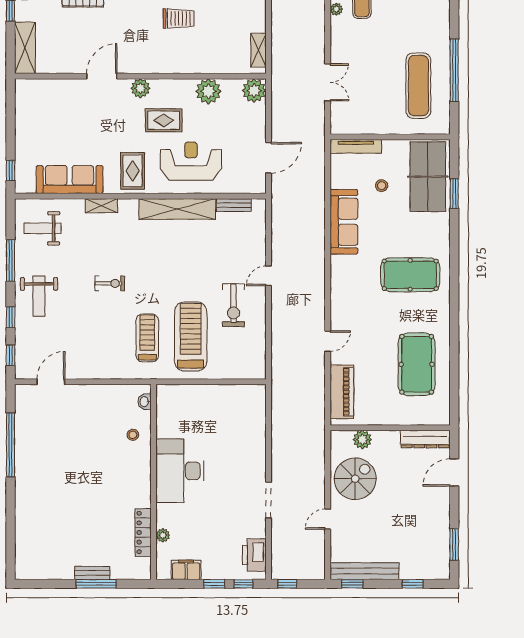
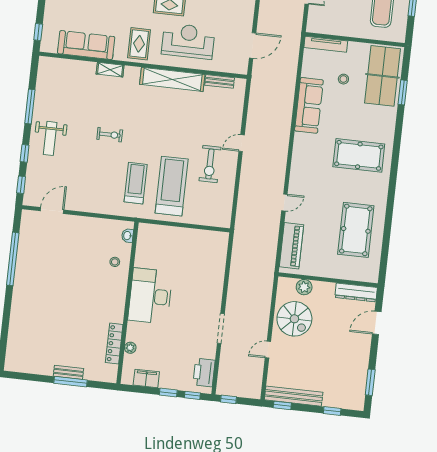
weight bench: (43, 228) -> (59, 83), removed
spiral stairs: (355, 479) -> (294, 319), turned 90

